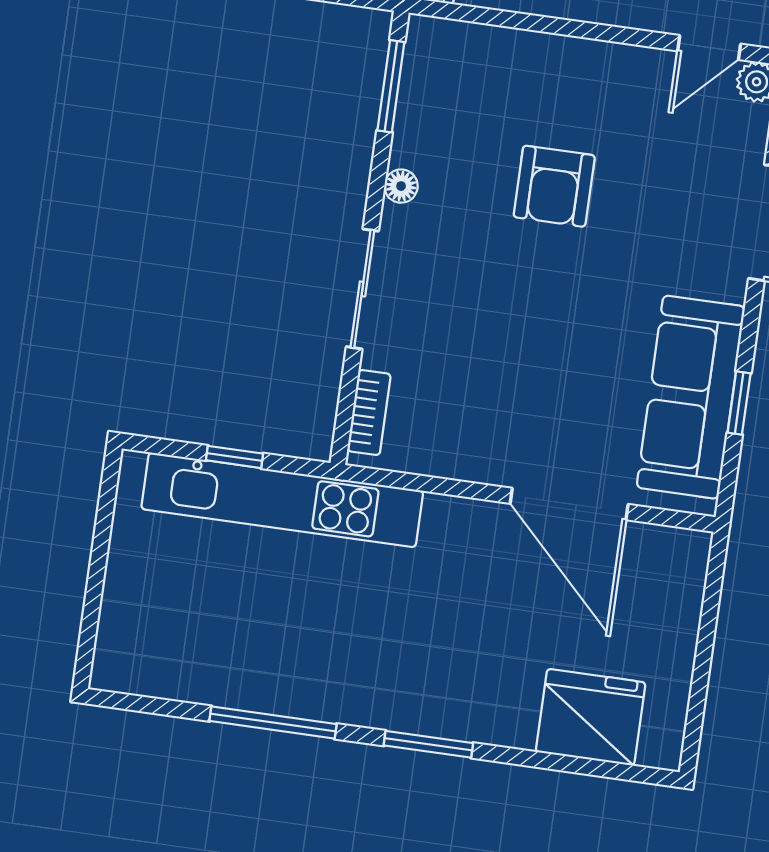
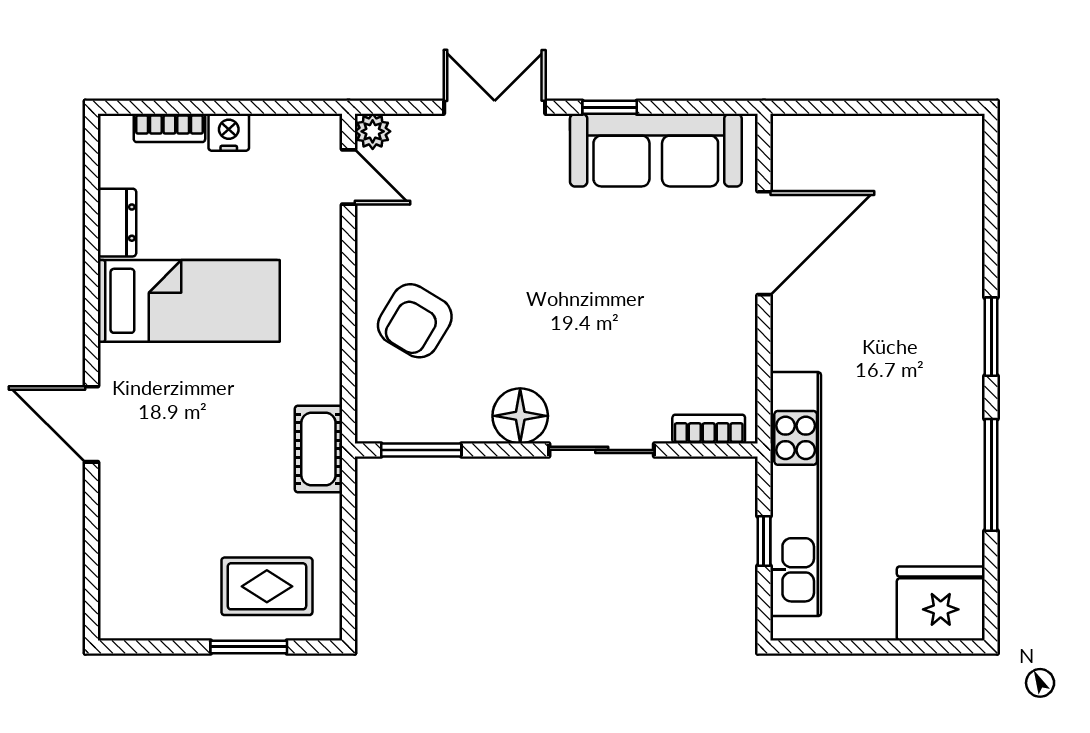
floor lamp: (401, 186) -> (520, 416), width x1.89, depth x1.89
armchair: (554, 186) -> (415, 321), moved, turned 121
window: (739, 403) -> (610, 107), moved
fridge: (591, 717) -> (941, 603), moved, turned 90

